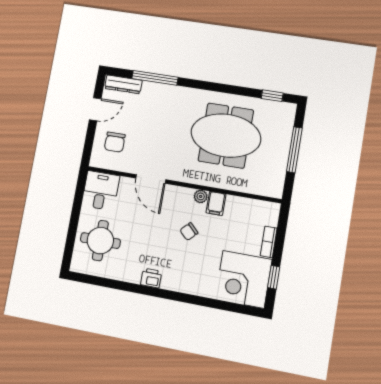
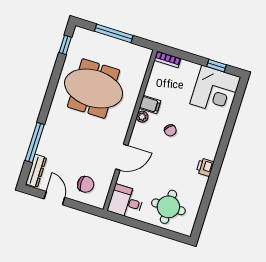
meeting table: (226, 135) -> (94, 88), turned 90
bookcase: (269, 242) -> (167, 59), moved

